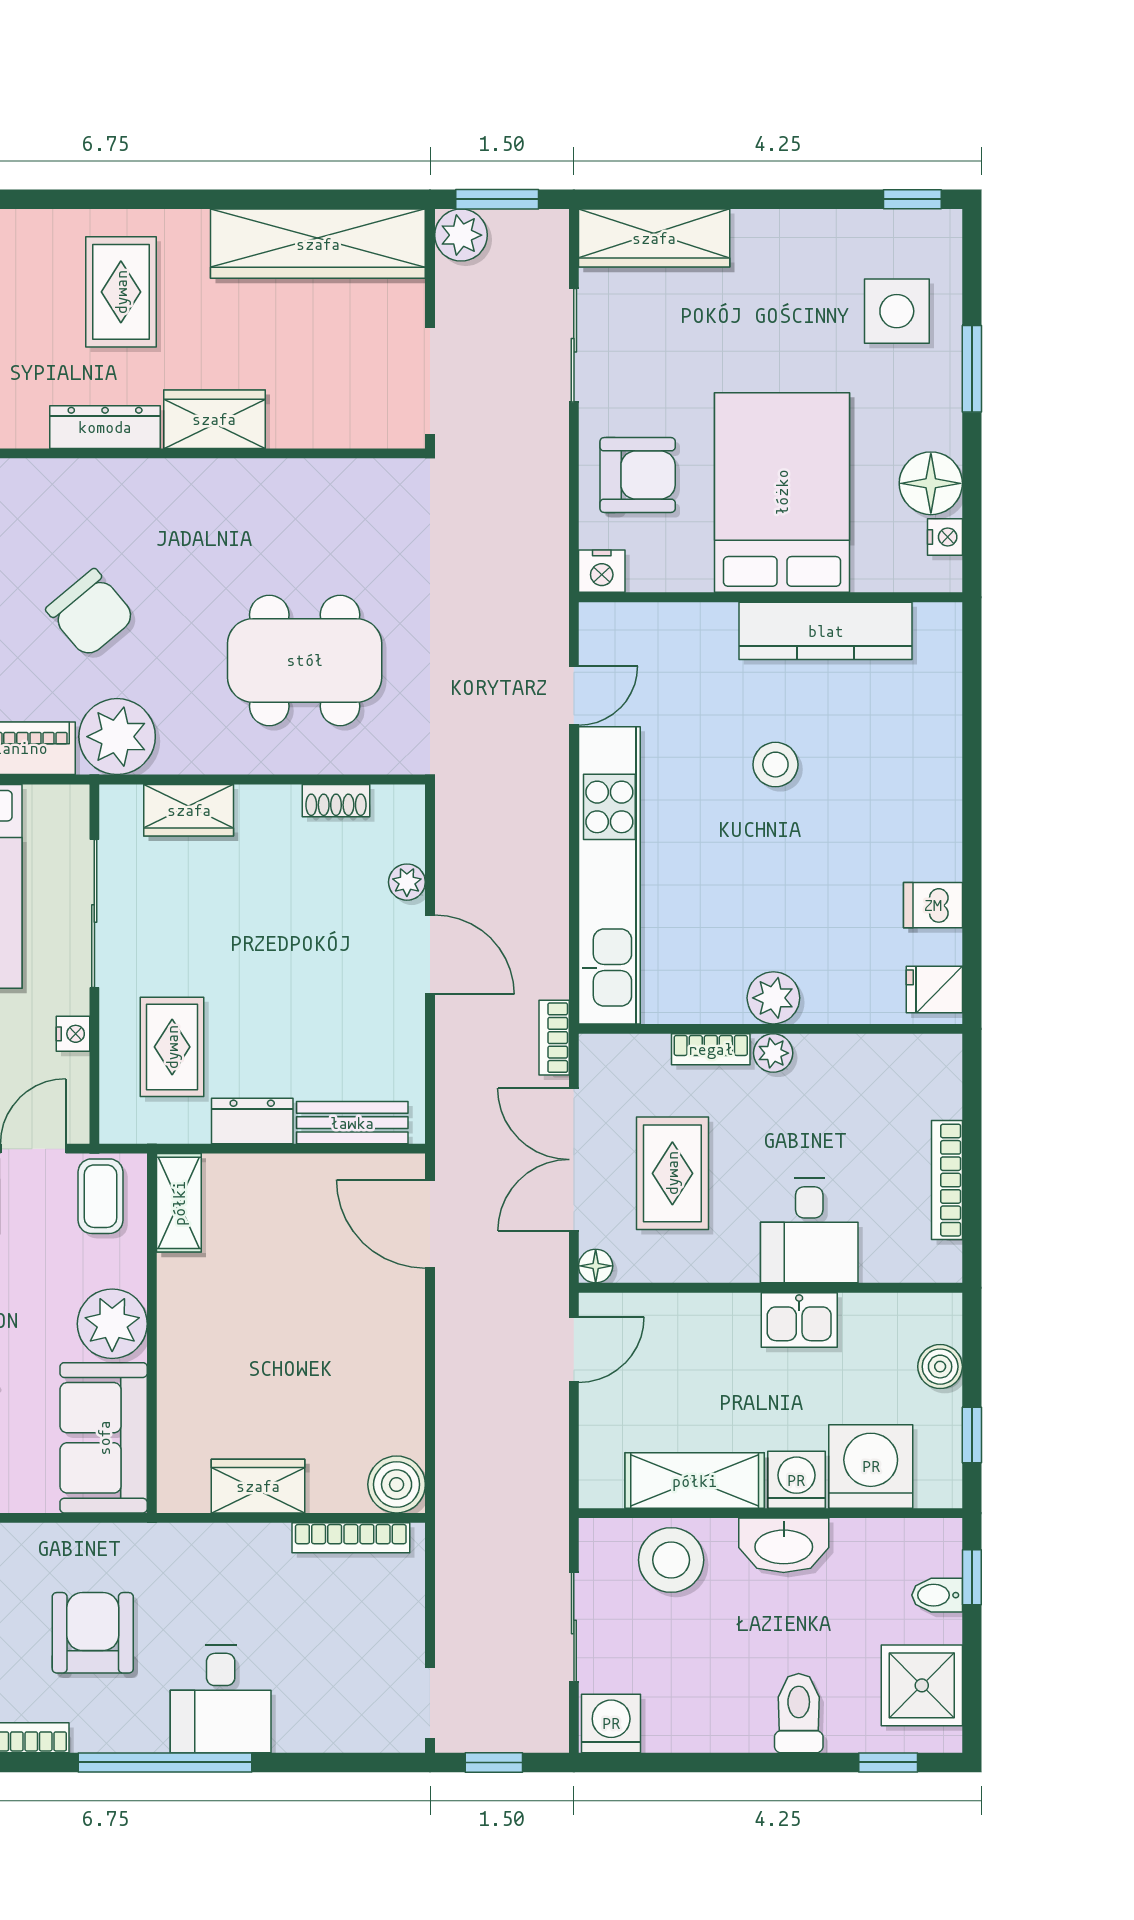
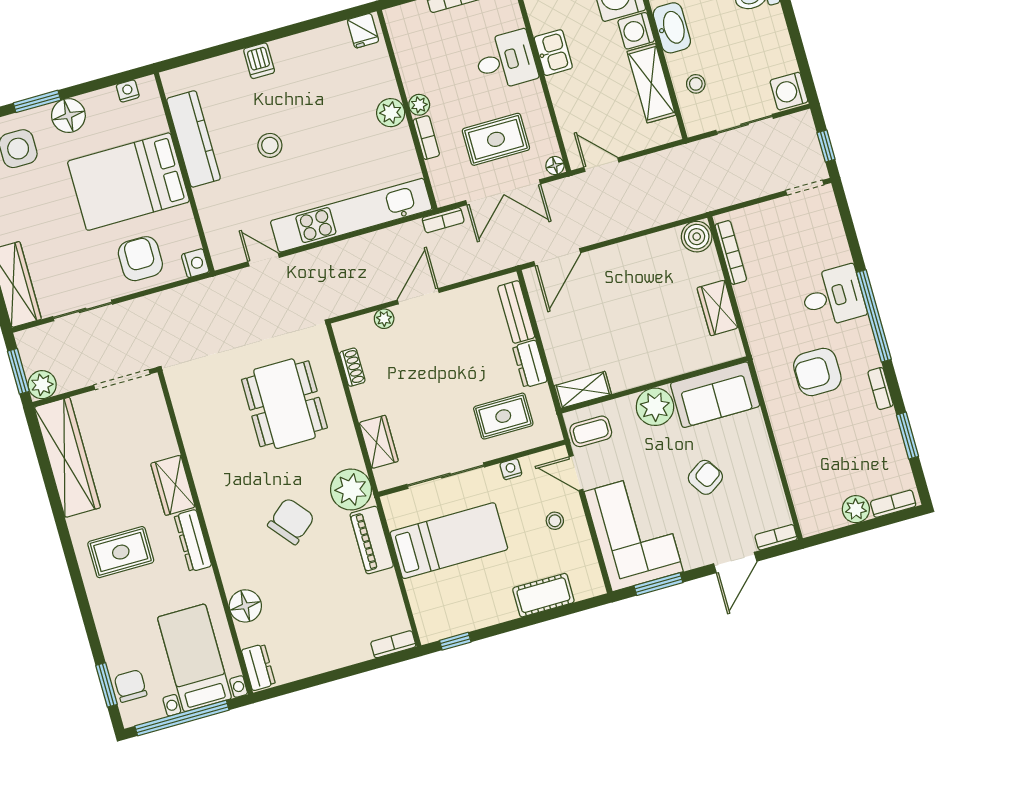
floor lamp: (931, 483) -> (68, 116), moved
dishwasher: (933, 905) -> (259, 61), moved
stool: (671, 1560) -> (696, 84), width x0.53, depth x0.53

